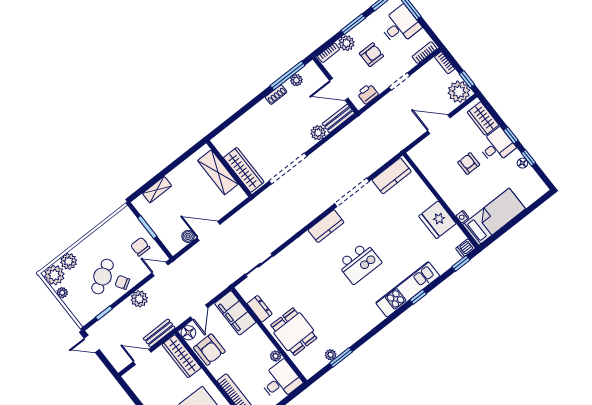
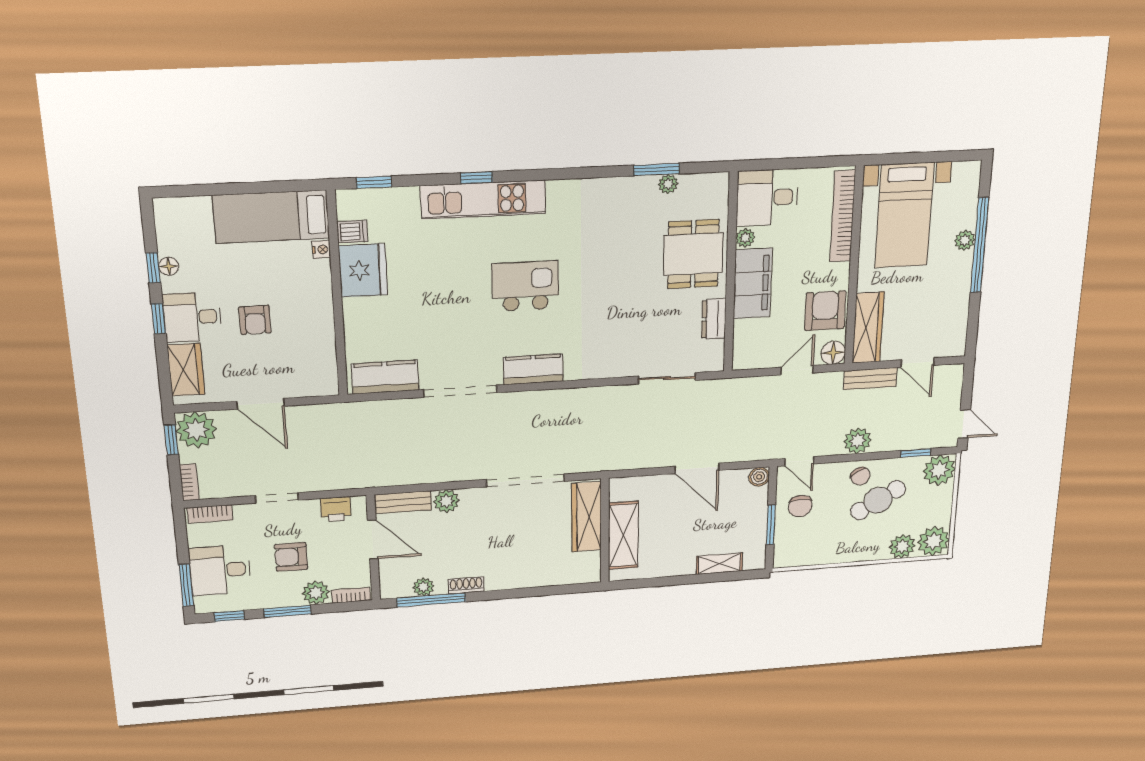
boiler: (188, 236) -> (759, 477), moved
dishwasher: (465, 248) -> (352, 232), moved
plant: (62, 293) -> (939, 470), moved, width x1.88, depth x1.88
filing cabinet: (235, 313) -> (753, 283), moved

